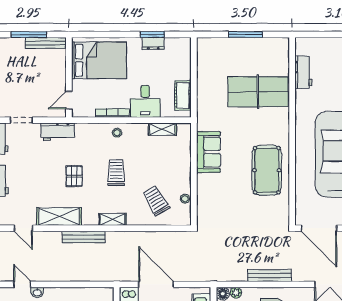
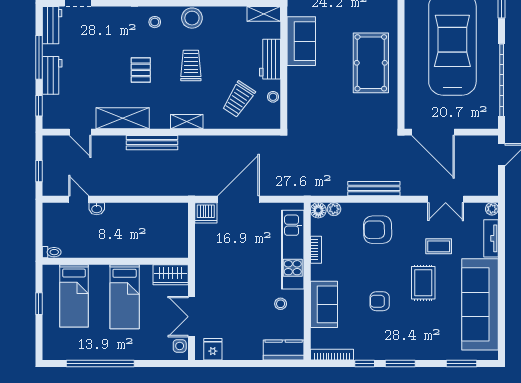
shelving: (162, 129) -> (264, 14), moved
workbench: (58, 132) -> (270, 59), moved, turned 90
stool: (117, 133) -> (192, 18), width x1.89, depth x1.89
stool: (86, 136) -> (155, 22), added
trolley: (156, 201) -> (238, 99), turned -116
door: (156, 284) -> (238, 199), hinge flipped

